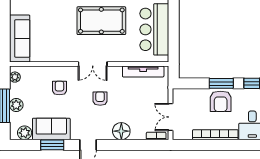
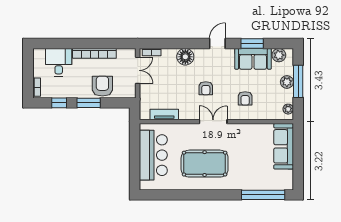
tv unit: (143, 71) -> (164, 114), width x0.71
armchair: (221, 101) -> (102, 86), moved

